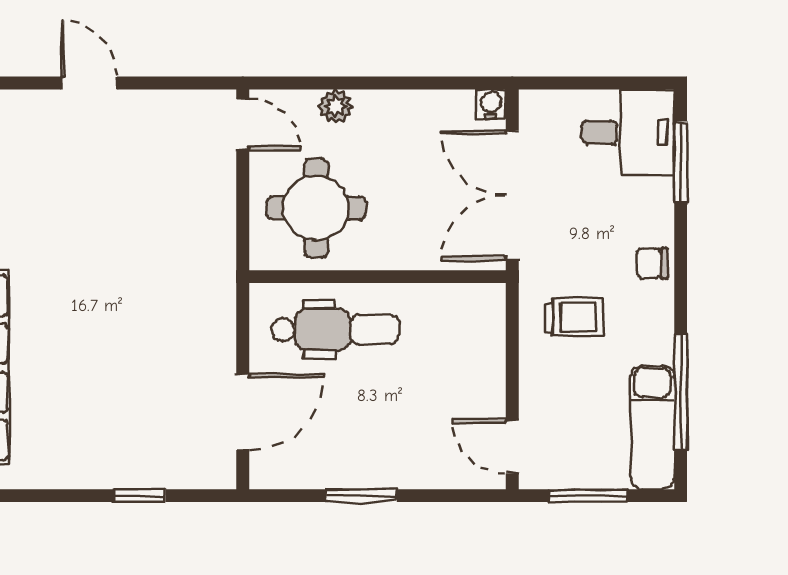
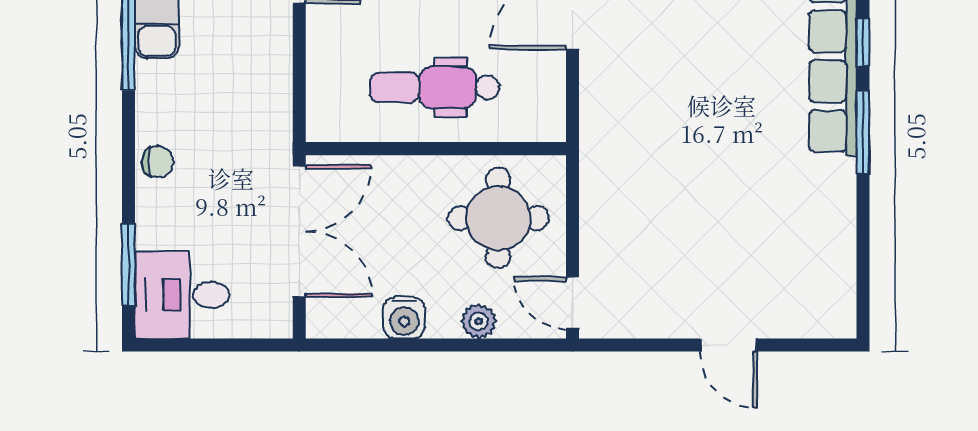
water cooler: (491, 104) -> (404, 318), moved, width x1.38, depth x1.38
trolley: (574, 318) -> (237, 107), removed
dental chair: (335, 330) -> (435, 87), moved

